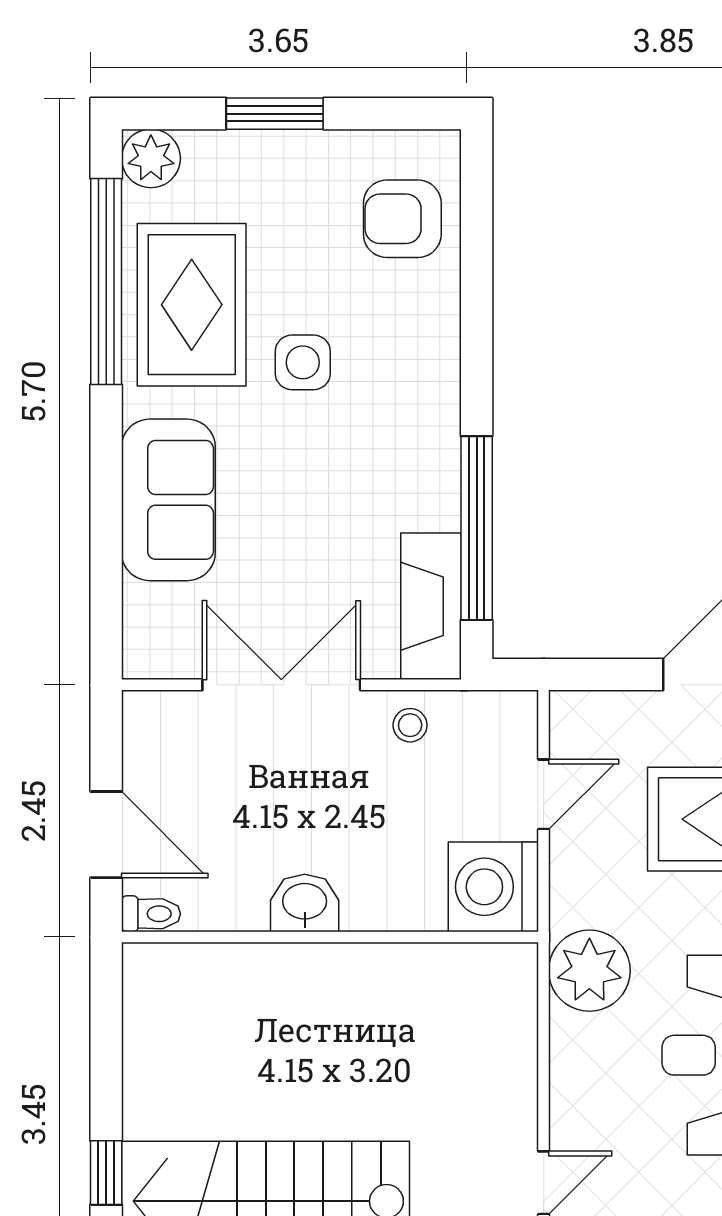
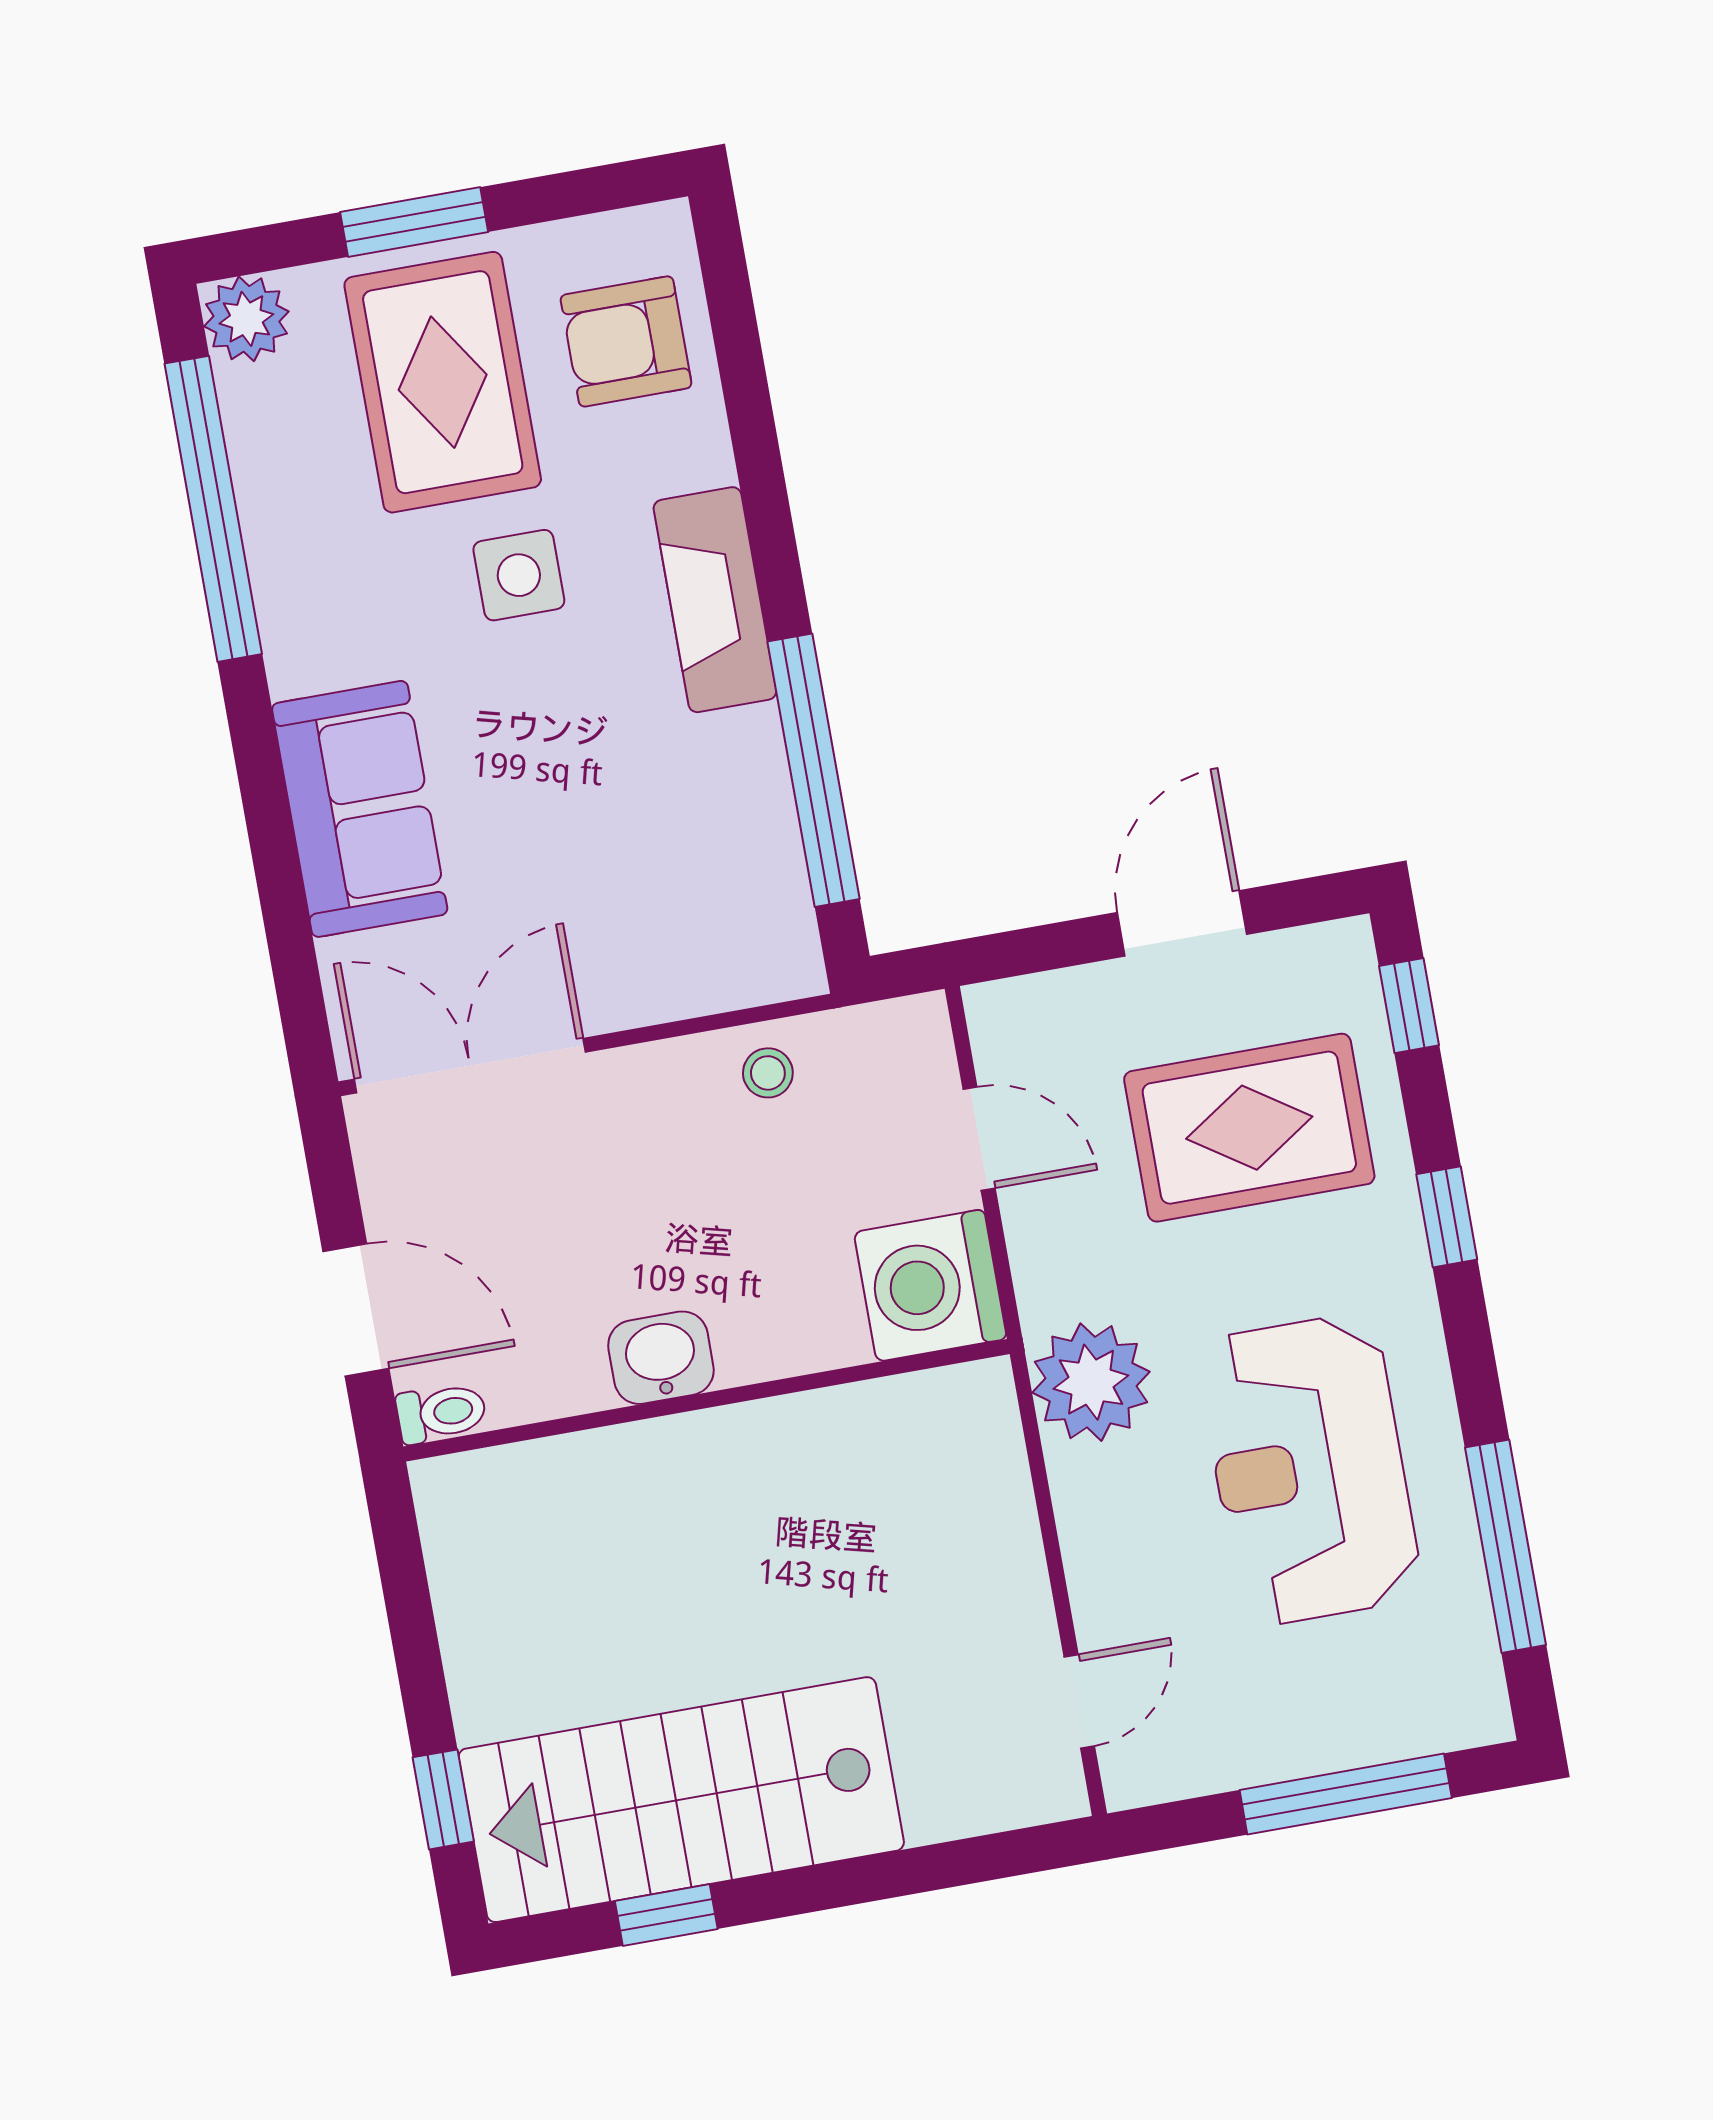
rug: (192, 305) -> (443, 382), moved
fireplace: (431, 606) -> (715, 600), moved
double door: (281, 685) -> (470, 1066), moved
door: (544, 794) -> (979, 1139), hinge flipped

